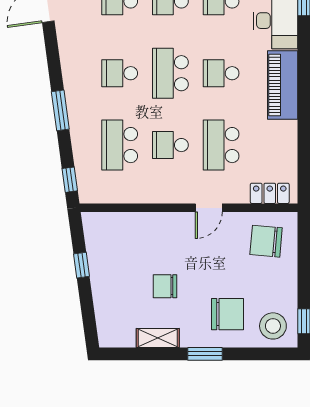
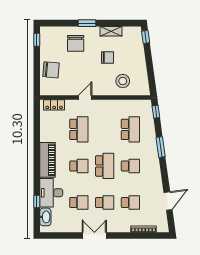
school desk: (170, 145) -> (105, 129), removed
chair: (266, 241) -> (51, 70), moved
window: (81, 265) -> (146, 37), moved
chair: (227, 314) -> (76, 43), turned -90
stool: (273, 326) -> (123, 81), moved

